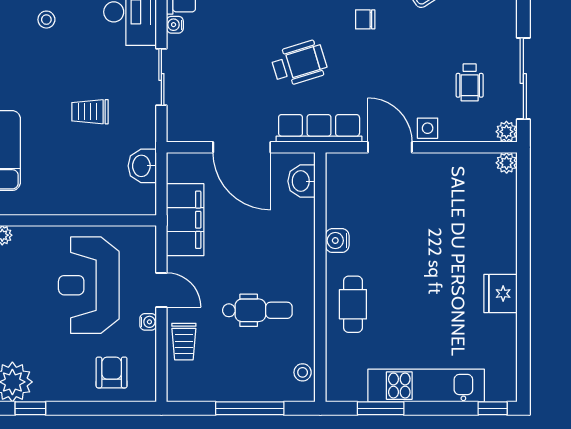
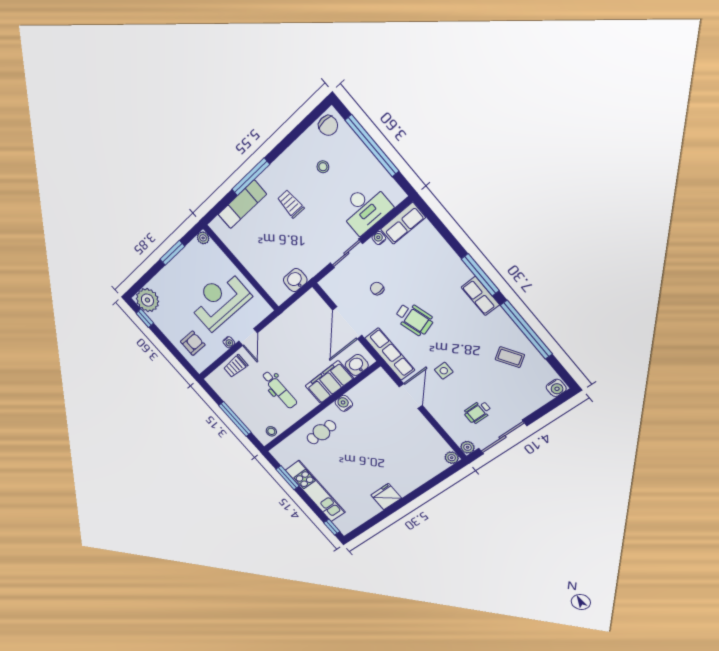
chair: (365, 19) -> (377, 289), moved
trolley: (90, 112) -> (291, 204), moved
side table: (428, 128) -> (444, 371), moved
filing cabinet: (185, 220) -> (329, 382), moved, turned 180

